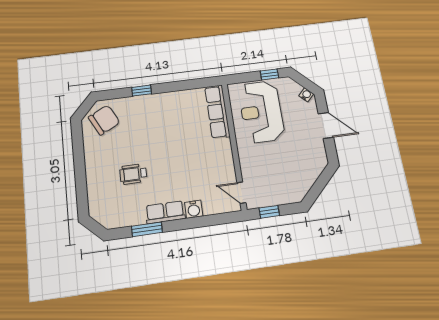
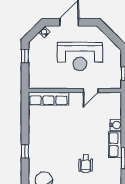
reception desk: (261, 112) -> (80, 56), moved
door: (241, 193) -> (91, 90), moved

